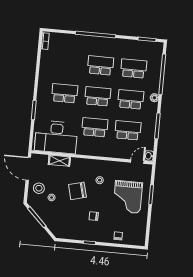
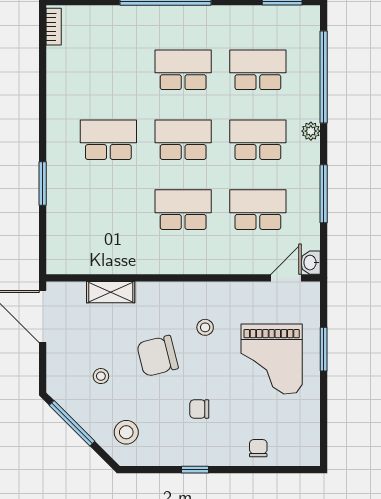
desk: (56, 137) -> (99, 240), removed
stool: (39, 188) -> (126, 432), moved

